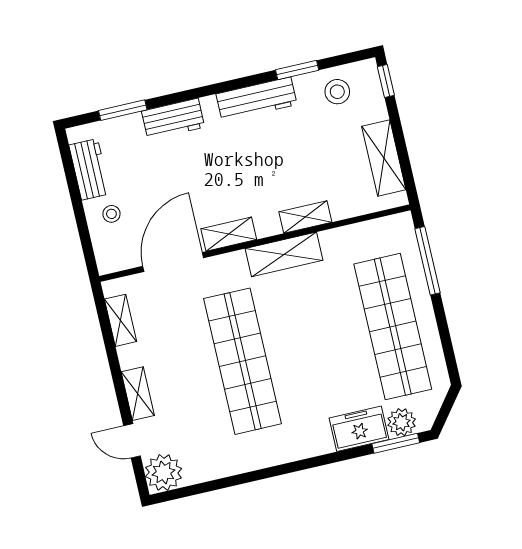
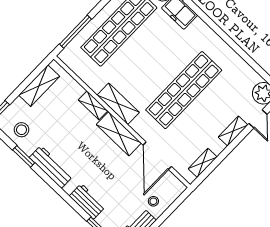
shelving: (229, 234) -> (119, 134), width x1.50, depth x1.33
door: (173, 262) -> (157, 156), hinge flipped

